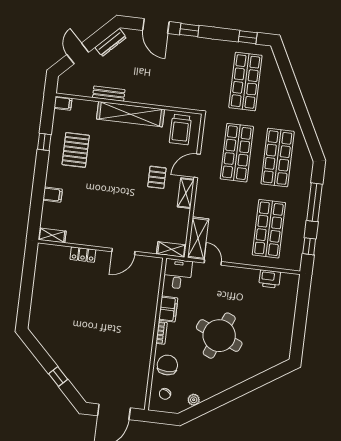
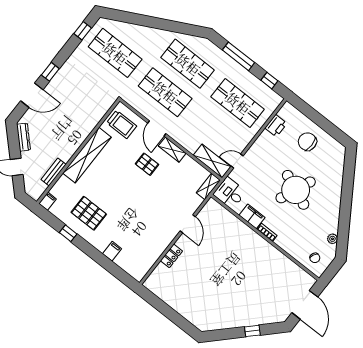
bench: (109, 94) -> (54, 172), moved
shelving: (52, 235) -> (143, 270), removed
chair: (167, 365) -> (307, 142), moved

